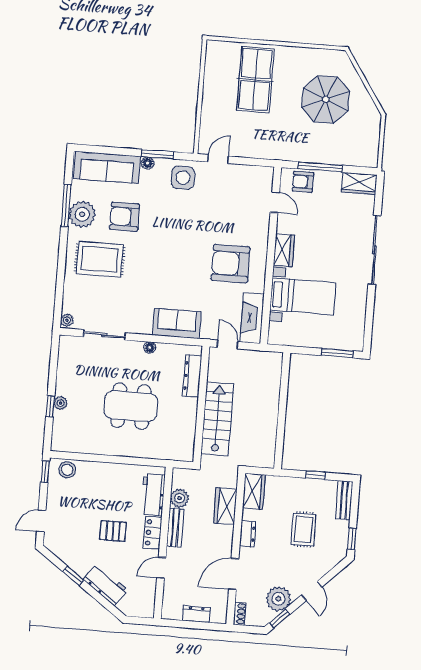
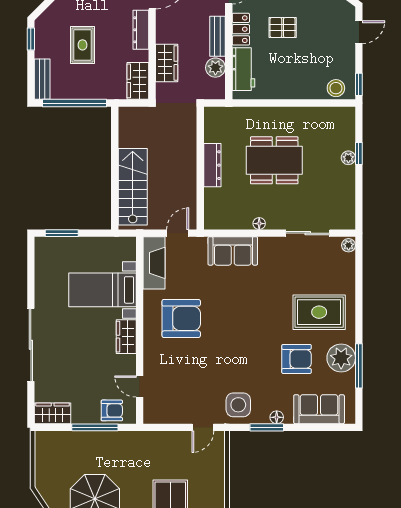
sofa: (107, 167) -> (319, 409), width x0.73
door: (228, 345) -> (178, 233), swing flipped
dresser: (192, 376) -> (212, 165), moved
stairs: (217, 419) -> (133, 187), moved, turned 180
window: (315, 475) -> (74, 103), width x3.17
dresser: (248, 534) -> (141, 30), width x1.44

